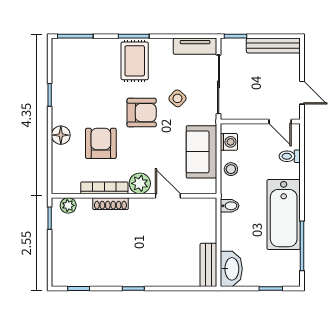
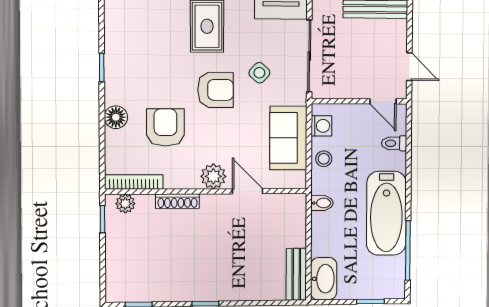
bookcase: (104, 188) -> (134, 182), moved

